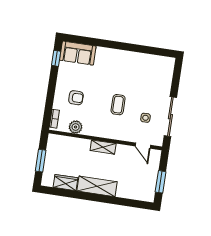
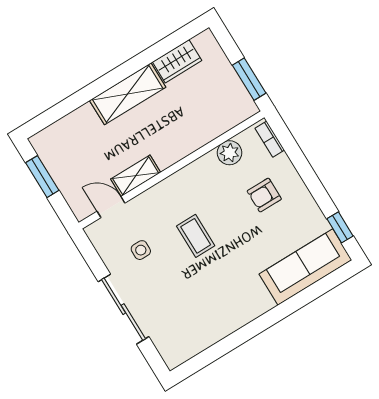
sofa: (78, 53) -> (305, 267), width x1.36
sliding door: (170, 117) -> (123, 309), moved
shelving: (103, 147) -> (136, 176), moved
window: (41, 161) -> (249, 79), moved

